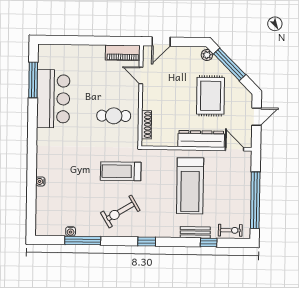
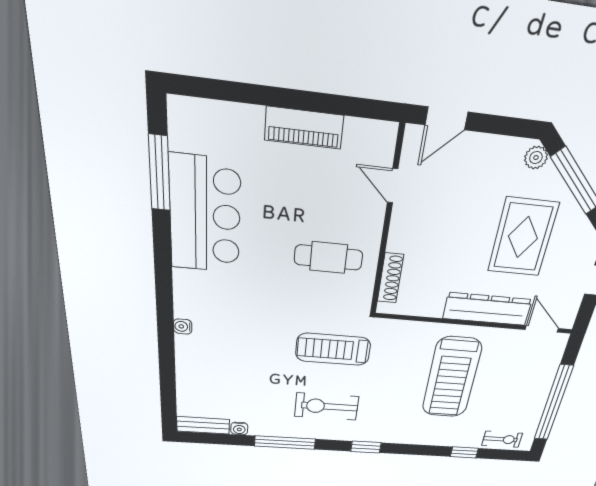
piano: (123, 53) -> (304, 128), moved
water cooler: (40, 181) -> (183, 326), moved
exercise bike: (120, 211) -> (327, 406), turned 31
bench: (195, 232) -> (203, 425), moved
window: (83, 241) -> (285, 443), moved

